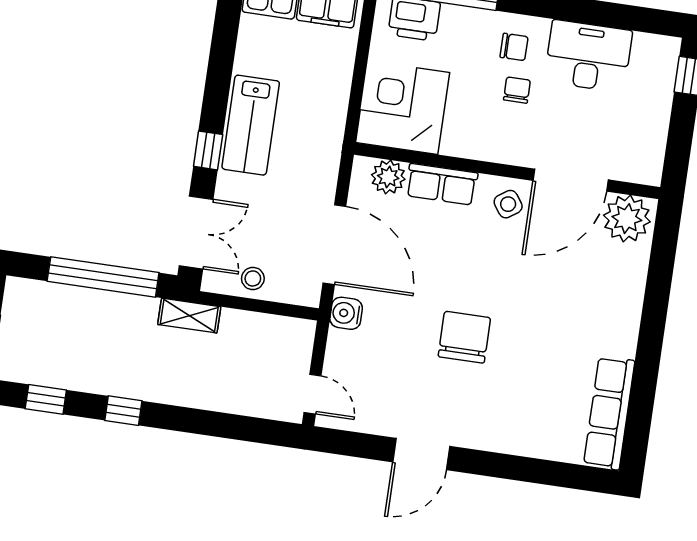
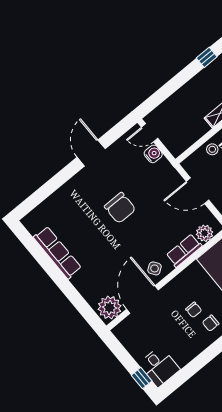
desk: (588, 56) -> (159, 367), moved, width x0.73
door: (334, 245) -> (198, 191), width x0.73
water cooler: (346, 313) -> (153, 154), moved
row of seats: (609, 413) -> (57, 253), moved

